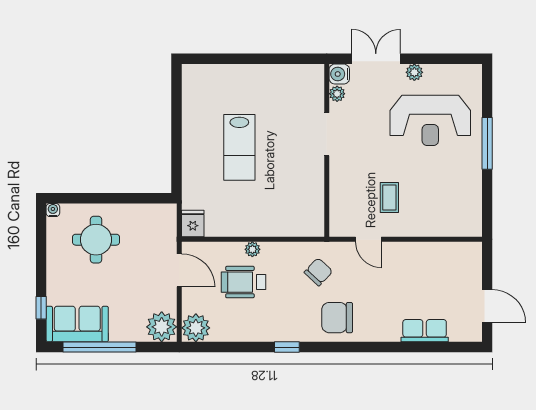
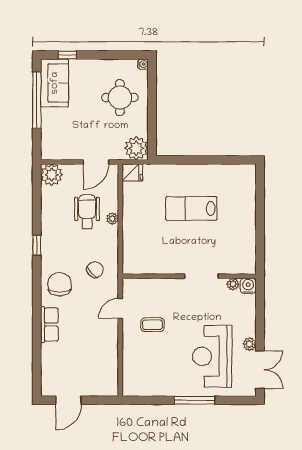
double door: (376, 59) -> (260, 370), moved
chair: (318, 272) -> (95, 270), turned -84
plant: (162, 327) -> (136, 148), moved
row of seats: (425, 331) -> (49, 325), moved

